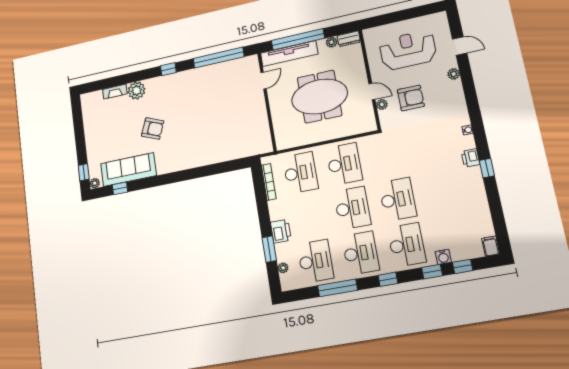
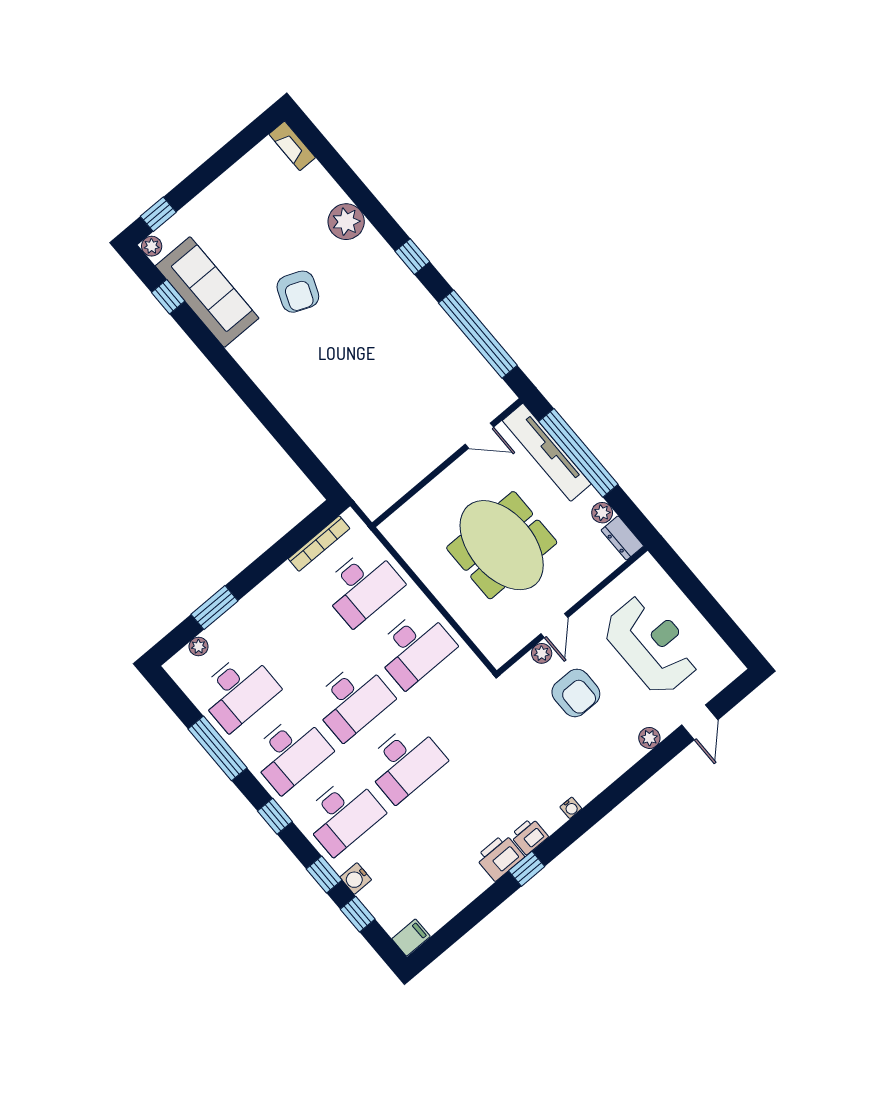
fireplace: (115, 92) -> (292, 146), moved
printer: (281, 231) -> (500, 857), moved, turned 180

